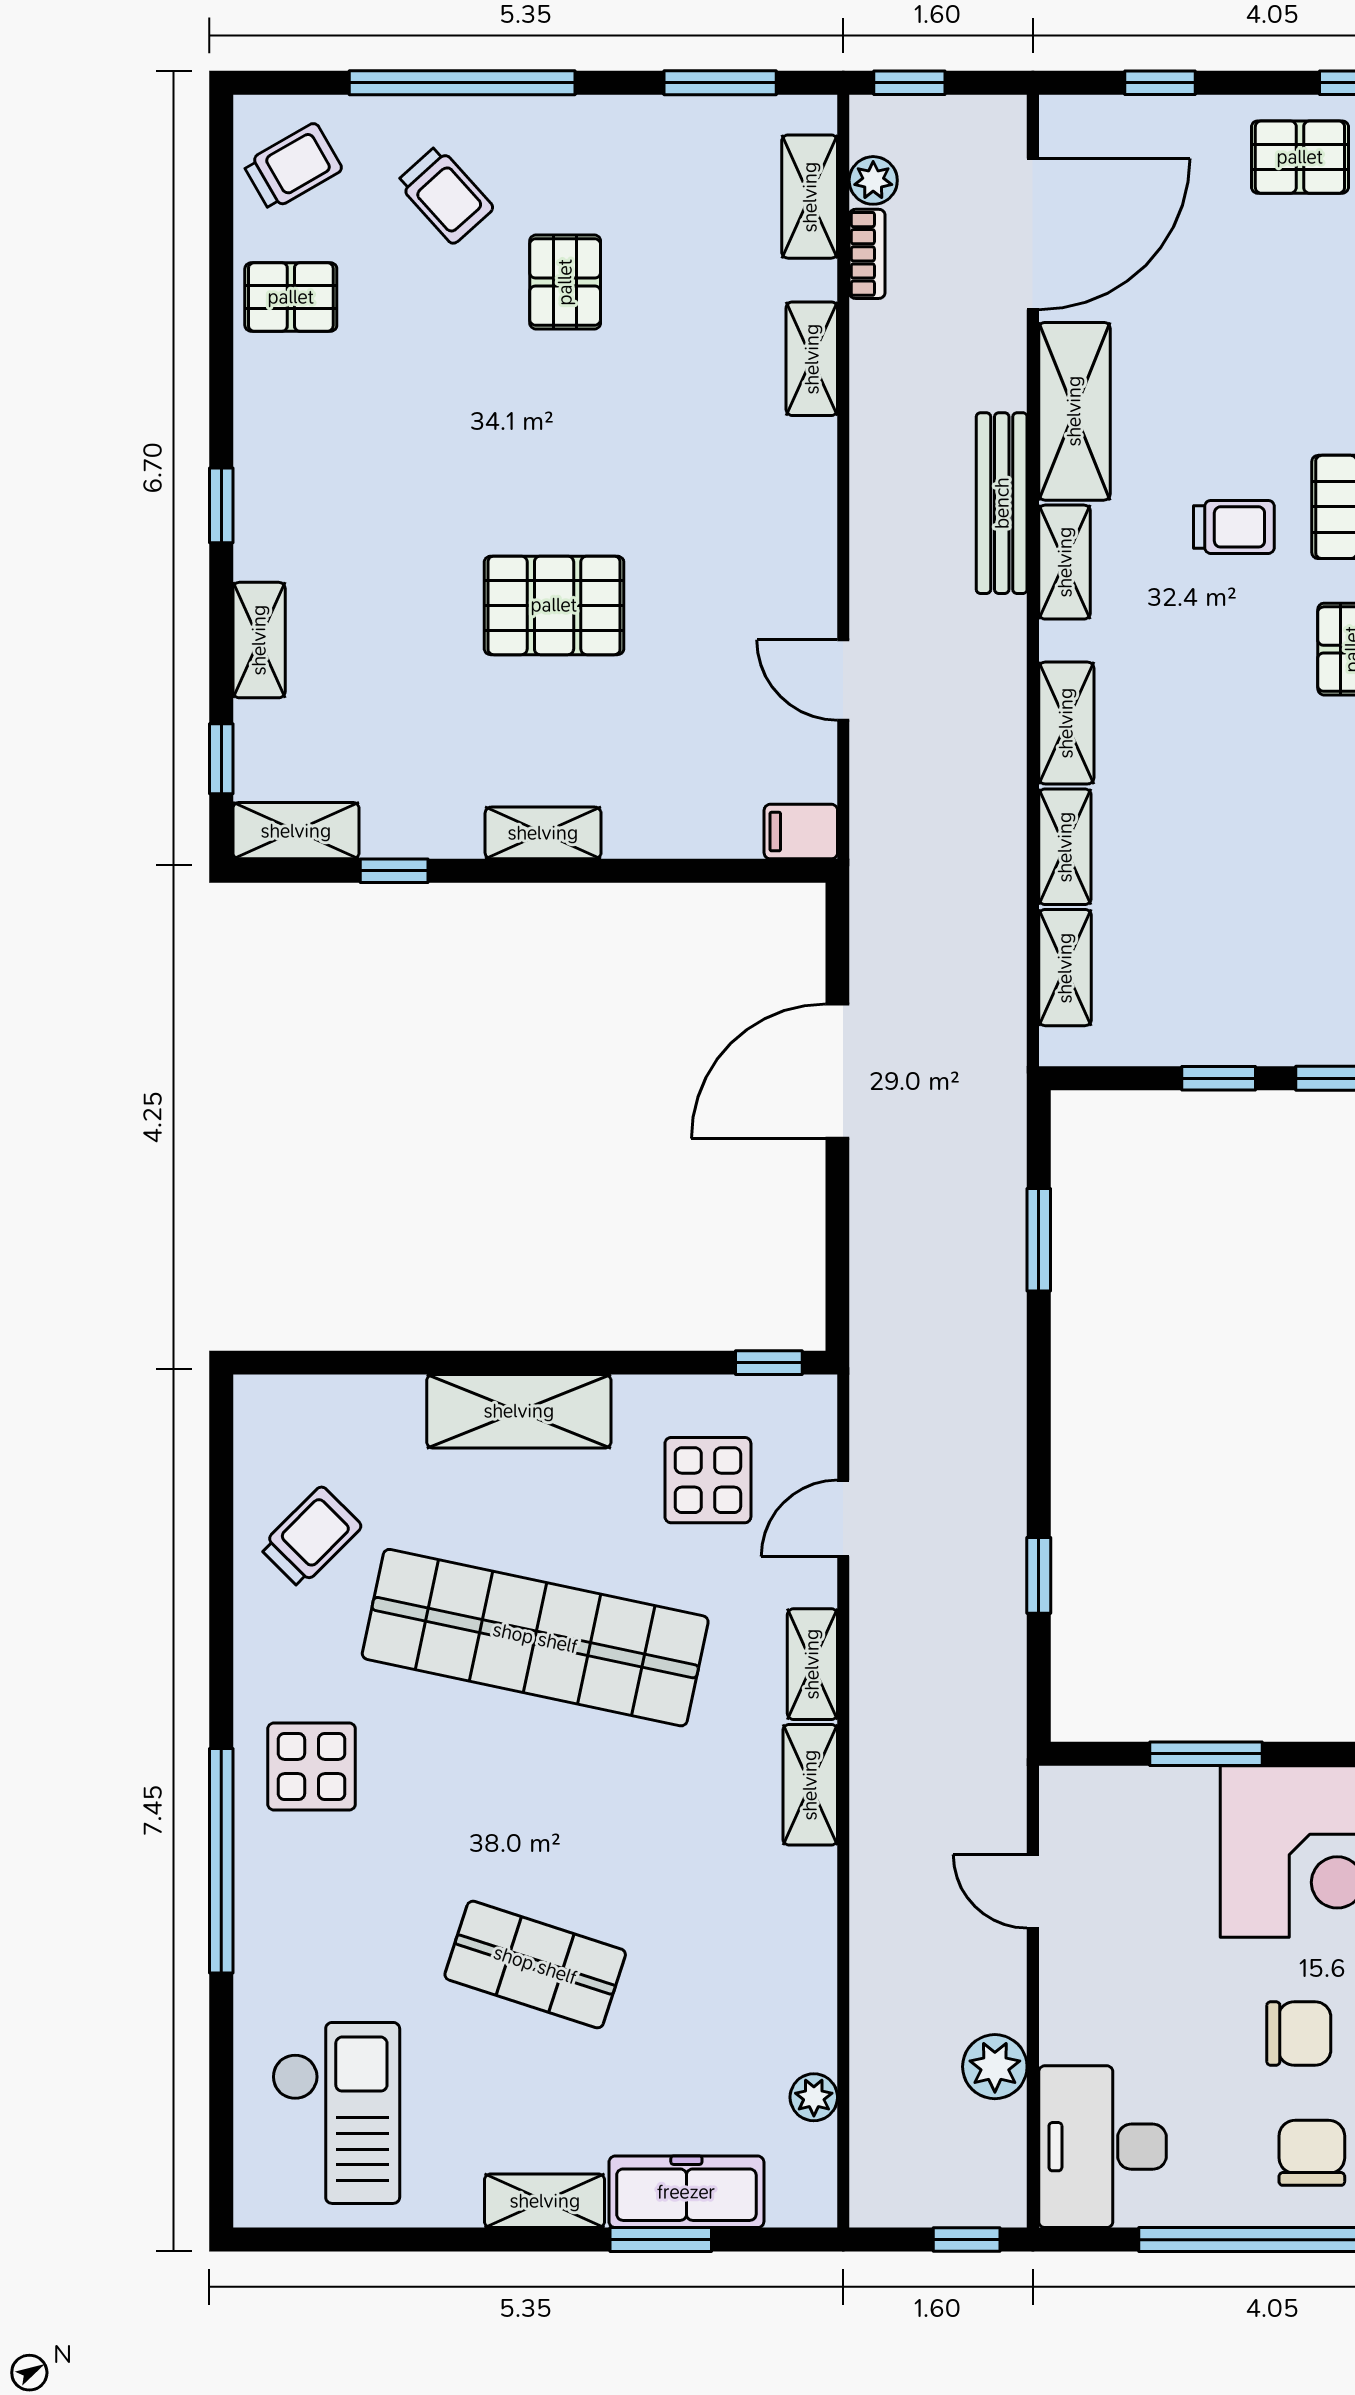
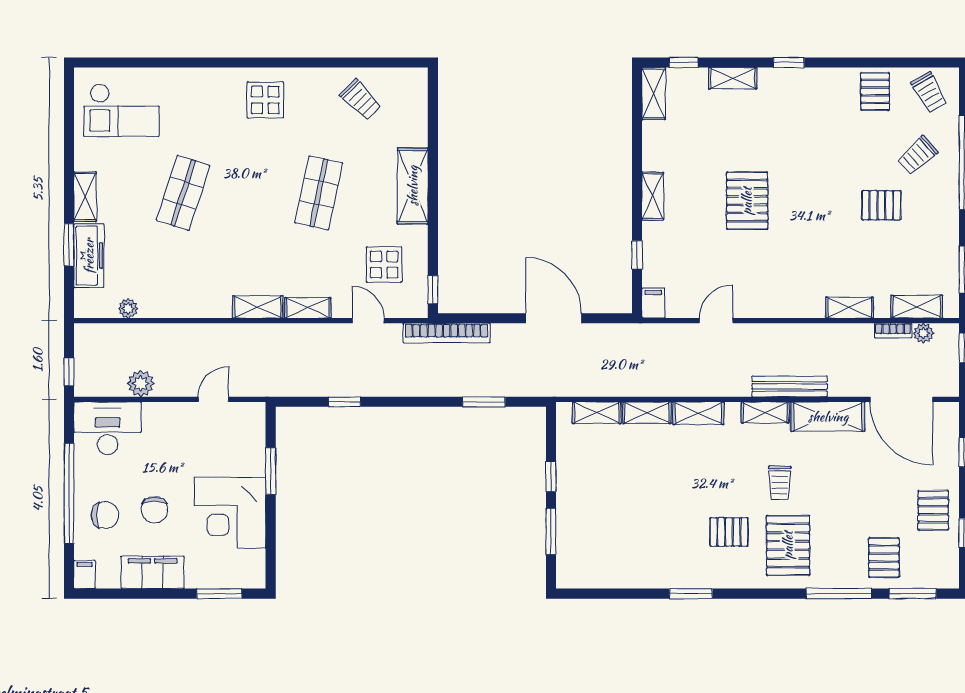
window: (394, 871) -> (637, 255), moved
bookcase: (873, 1330) -> (447, 333), added
shop shelf: (535, 1638) -> (319, 193), width x0.50, depth x0.74
window: (221, 1861) -> (226, 62), removed

